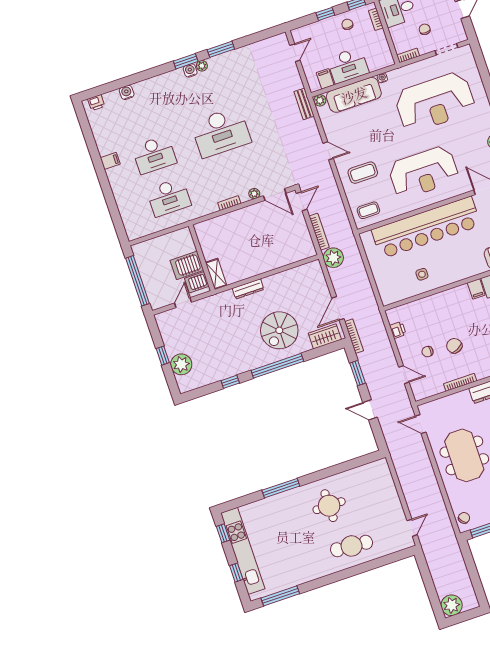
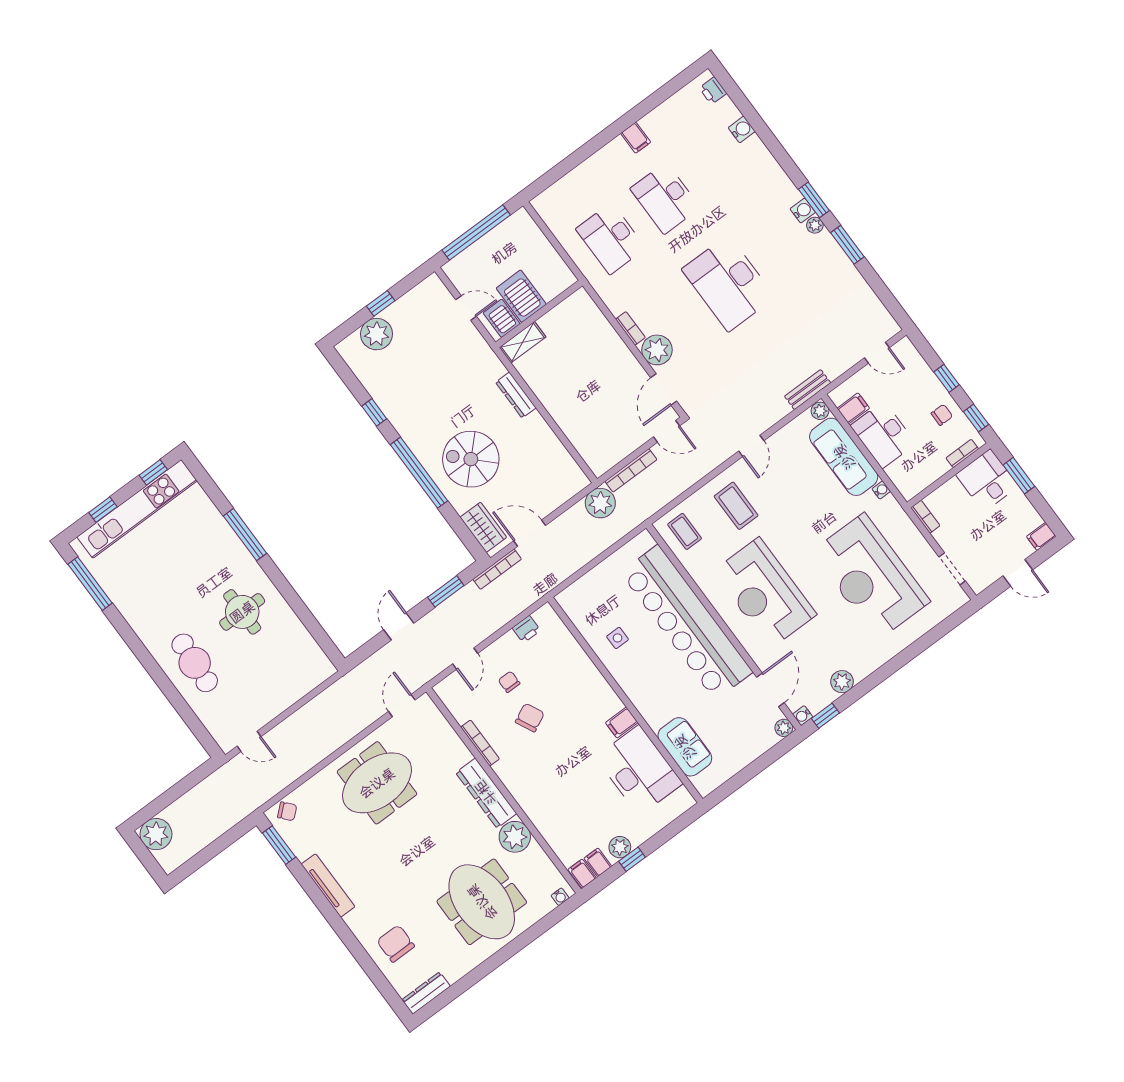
chair: (425, 29) -> (971, 528), removed
plant: (254, 194) -> (657, 350), width x1.87, depth x1.87

